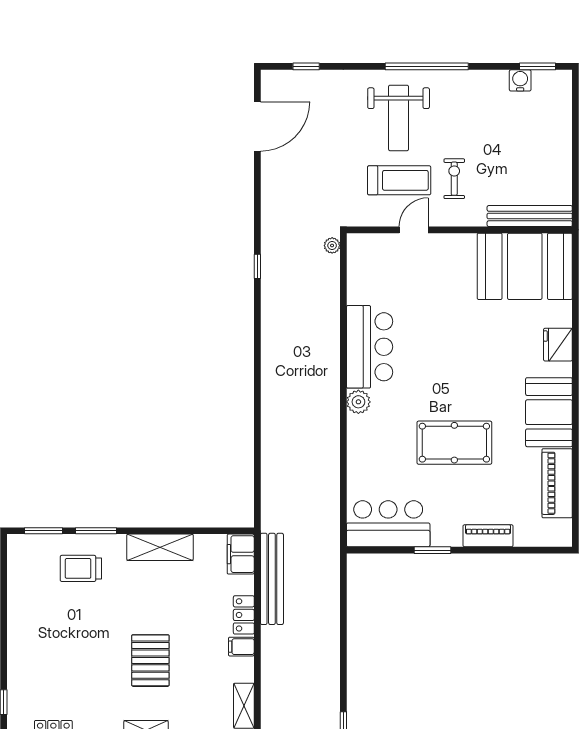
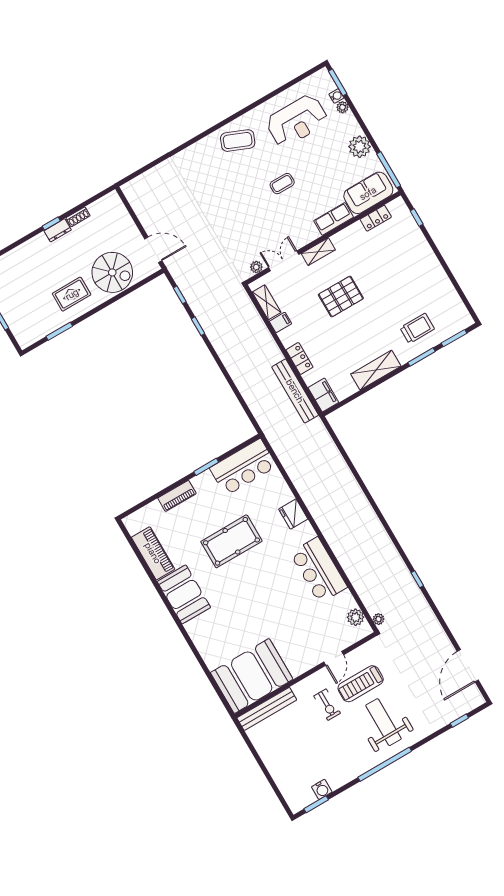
fridge: (558, 345) -> (293, 514), moved, turned 180
plant: (358, 402) -> (356, 617), moved
filing cabinet: (241, 647) -> (280, 322), moved
pallet: (150, 660) -> (341, 297), turned 90

